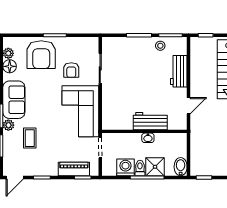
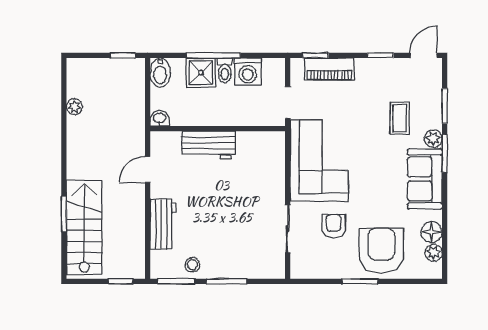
washbasin: (148, 138) -> (160, 118), moved

